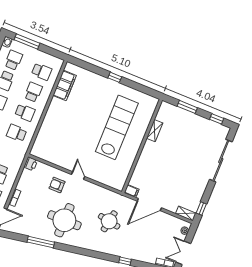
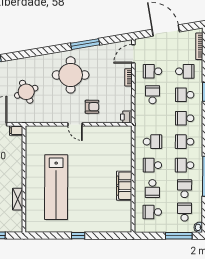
school desk: (14, 60) -> (184, 212), turned 180
filing cabinet: (65, 85) -> (124, 186), moved
round table: (109, 221) -> (26, 92), turned -33

